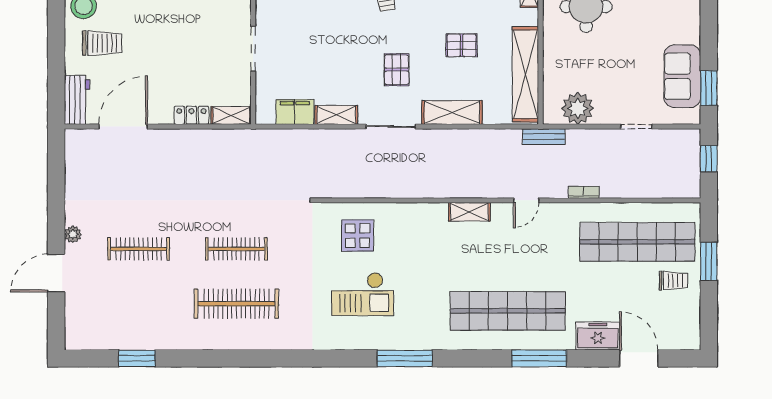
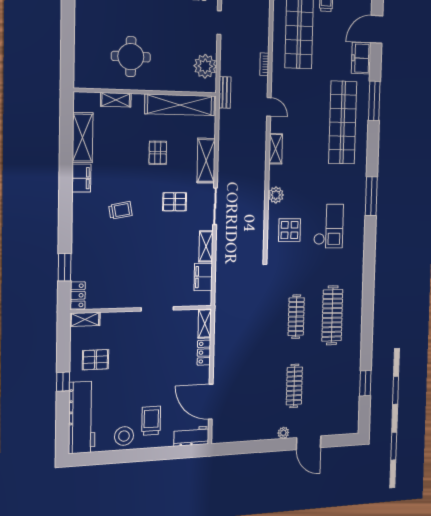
plant: (406, 214) -> (276, 195), added

